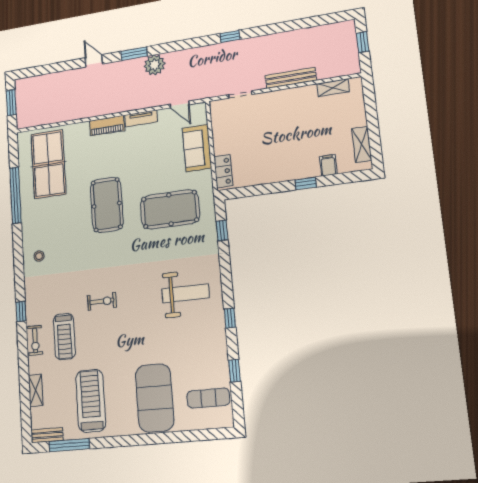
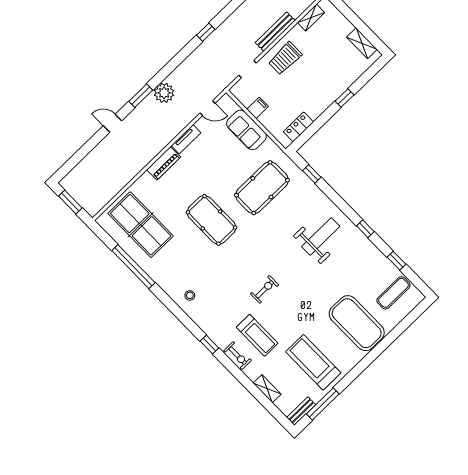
trolley: (281, 108) -> (285, 58), added
filing cabinet: (328, 165) -> (258, 108), moved, turned 90
locker: (223, 171) -> (298, 127), moved, turned -90

